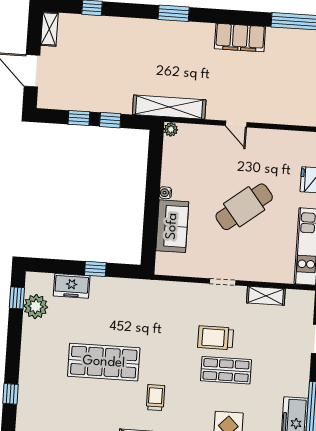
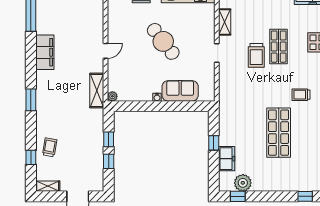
trolley: (104, 35) -> (50, 147), added
shelving: (169, 107) -> (97, 90), width x0.68

